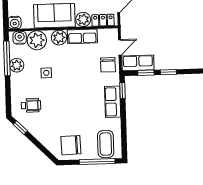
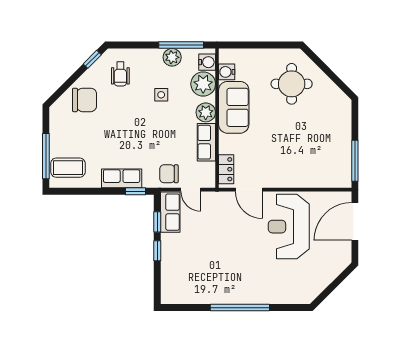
plant: (83, 19) -> (228, 144), removed
water cooler: (15, 23) -> (227, 72), moved
chair: (71, 145) -> (84, 100), moved, turned 92

